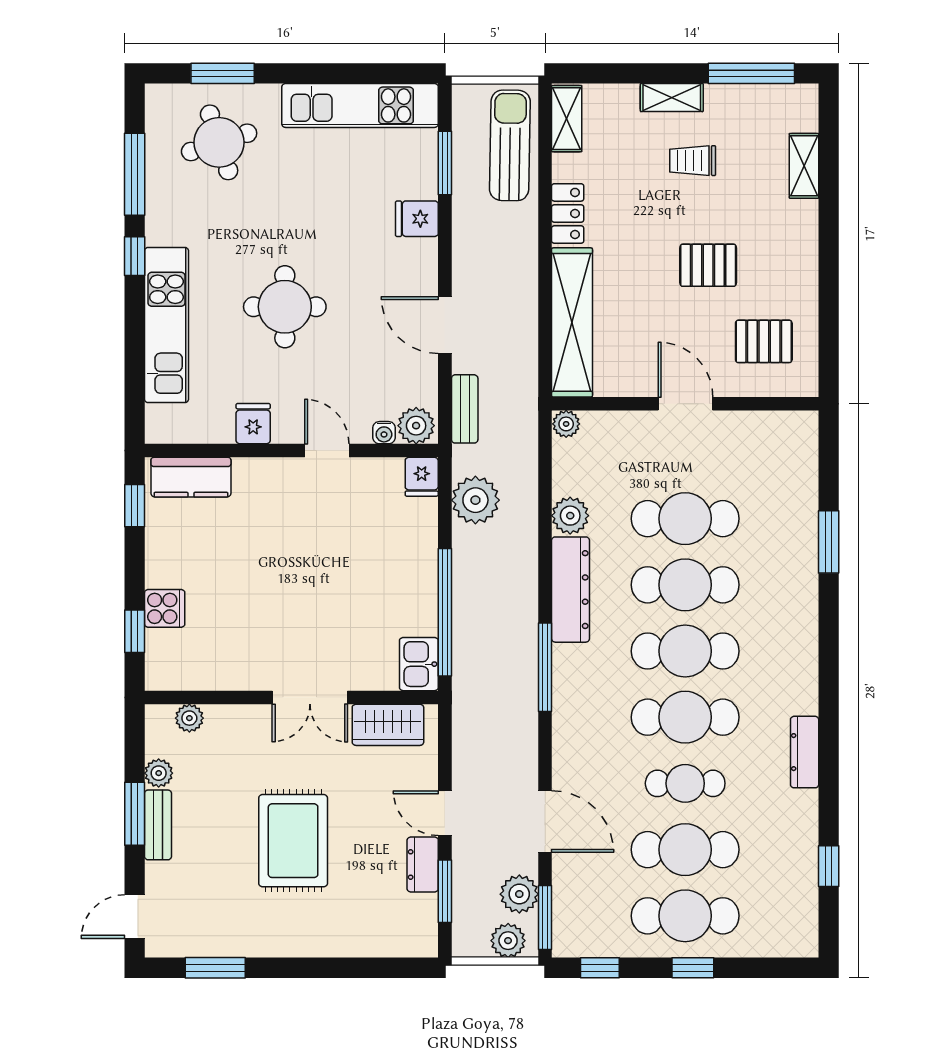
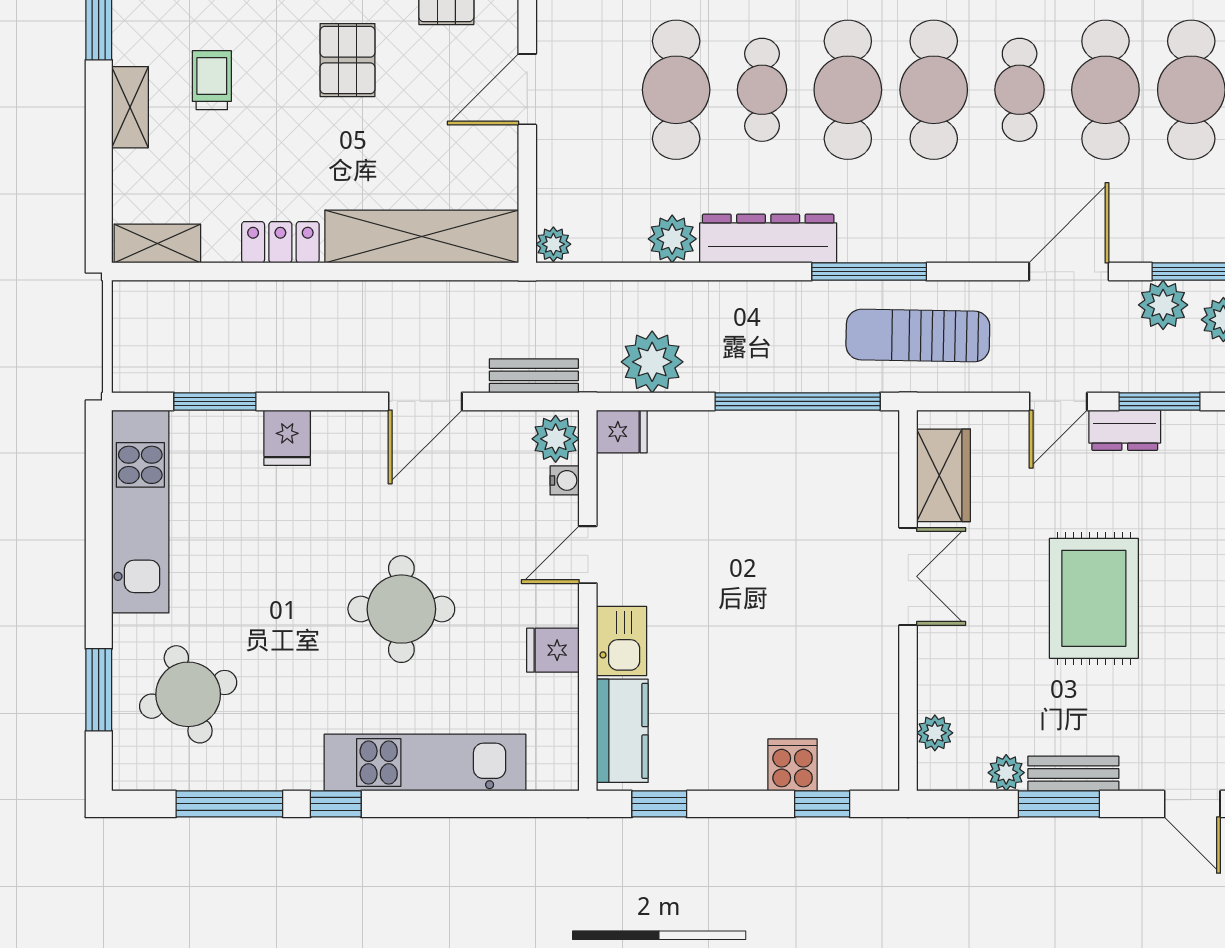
sun lounger: (510, 145) -> (918, 336), moved
trolley: (693, 161) -> (212, 80), turned 180
cafe table: (685, 585) -> (762, 90), width x0.73, depth x0.74
kitchen sink: (419, 664) -> (622, 641), moved, turned -90
rug: (293, 841) -> (1094, 598), turned 90

